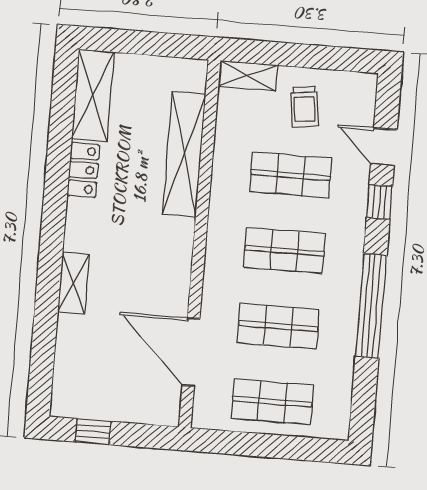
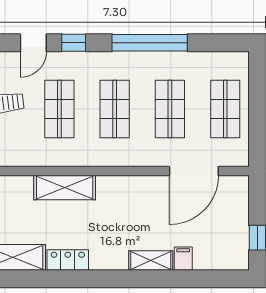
shelving: (184, 154) -> (65, 188), width x0.68
filing cabinet: (72, 328) -> (183, 259), added

